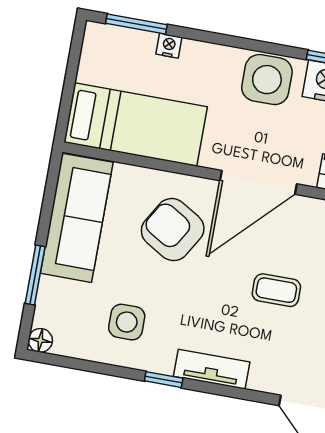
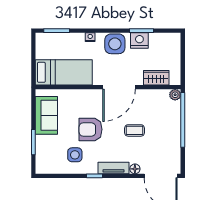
nightstand: (169, 46) -> (90, 37), moved
sofa: (77, 218) -> (46, 115), width x0.73
armchair: (173, 230) -> (90, 129), moved, turned -31
floor lamp: (40, 340) -> (135, 169), moved

